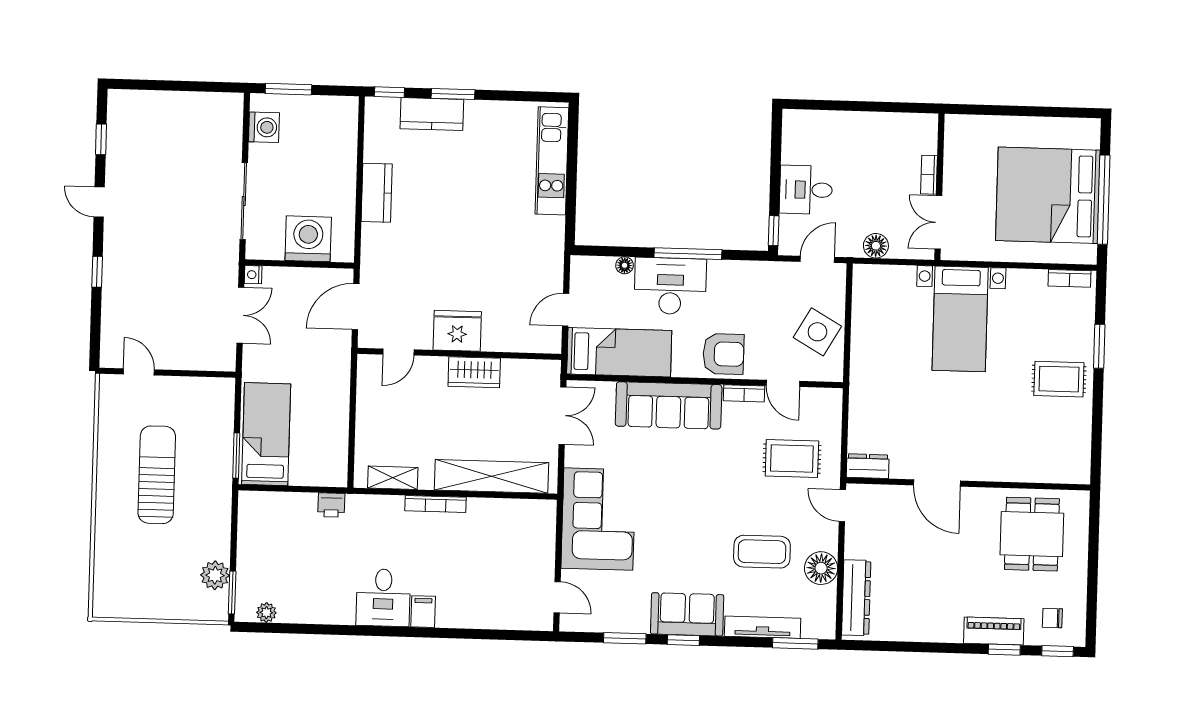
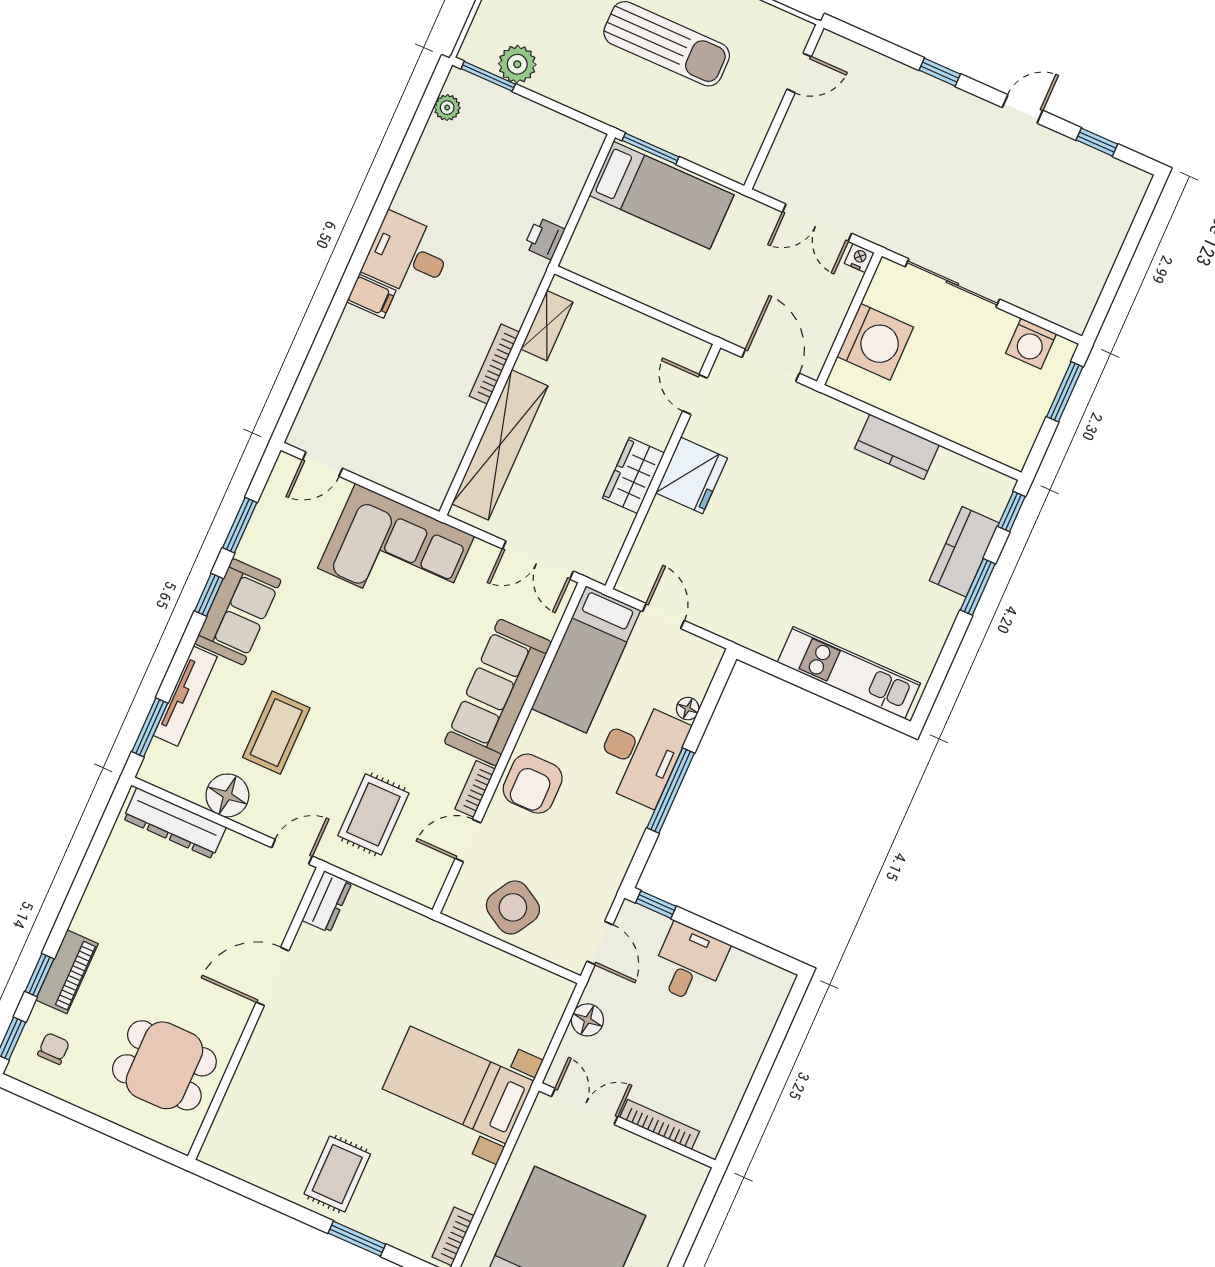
bookcase: (929, 175) -> (660, 1125), width x1.56

